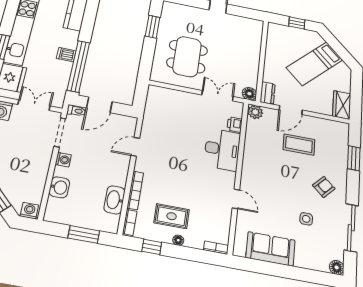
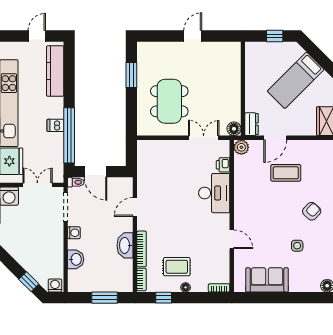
door: (99, 105) -> (96, 172), hinge flipped
washbasin: (114, 200) -> (125, 245), moved

